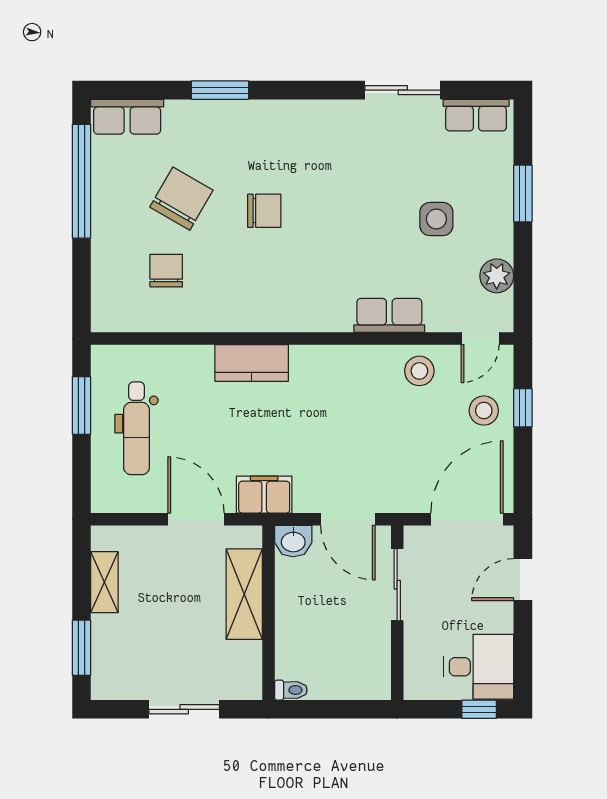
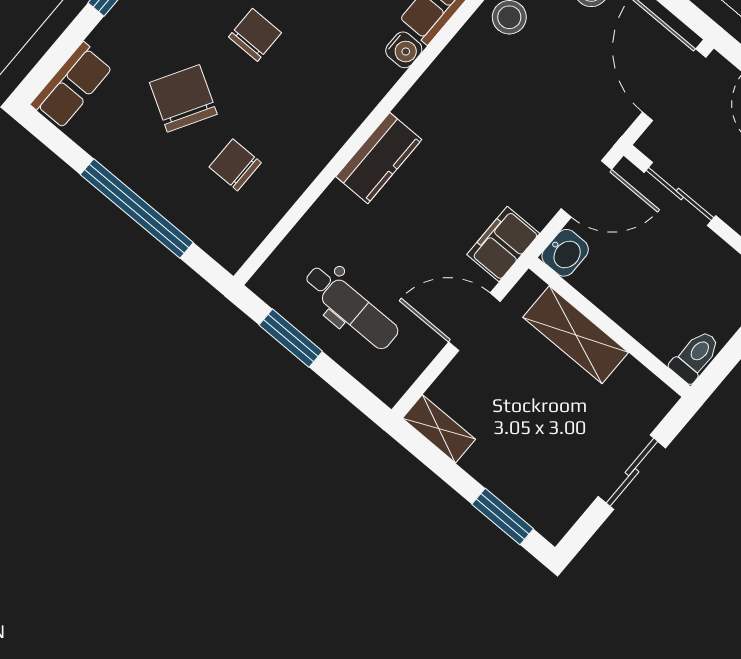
window: (82, 181) -> (137, 208), moved
water cooler: (338, 319) -> (404, 50), added
shelving: (104, 582) -> (439, 429), moved
toilet: (291, 690) -> (695, 356), width x1.37, depth x1.39

